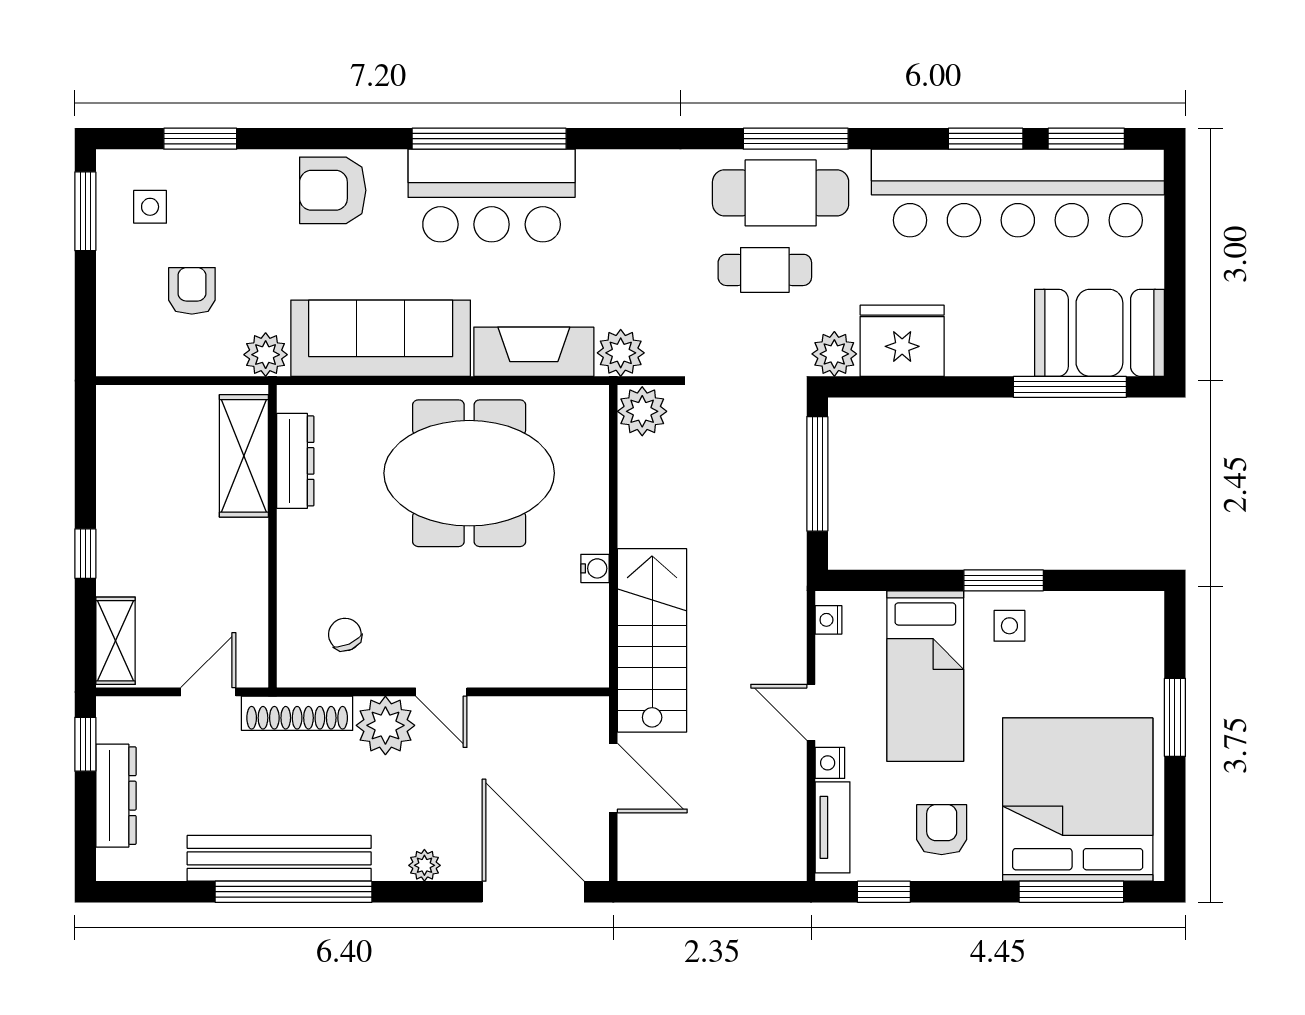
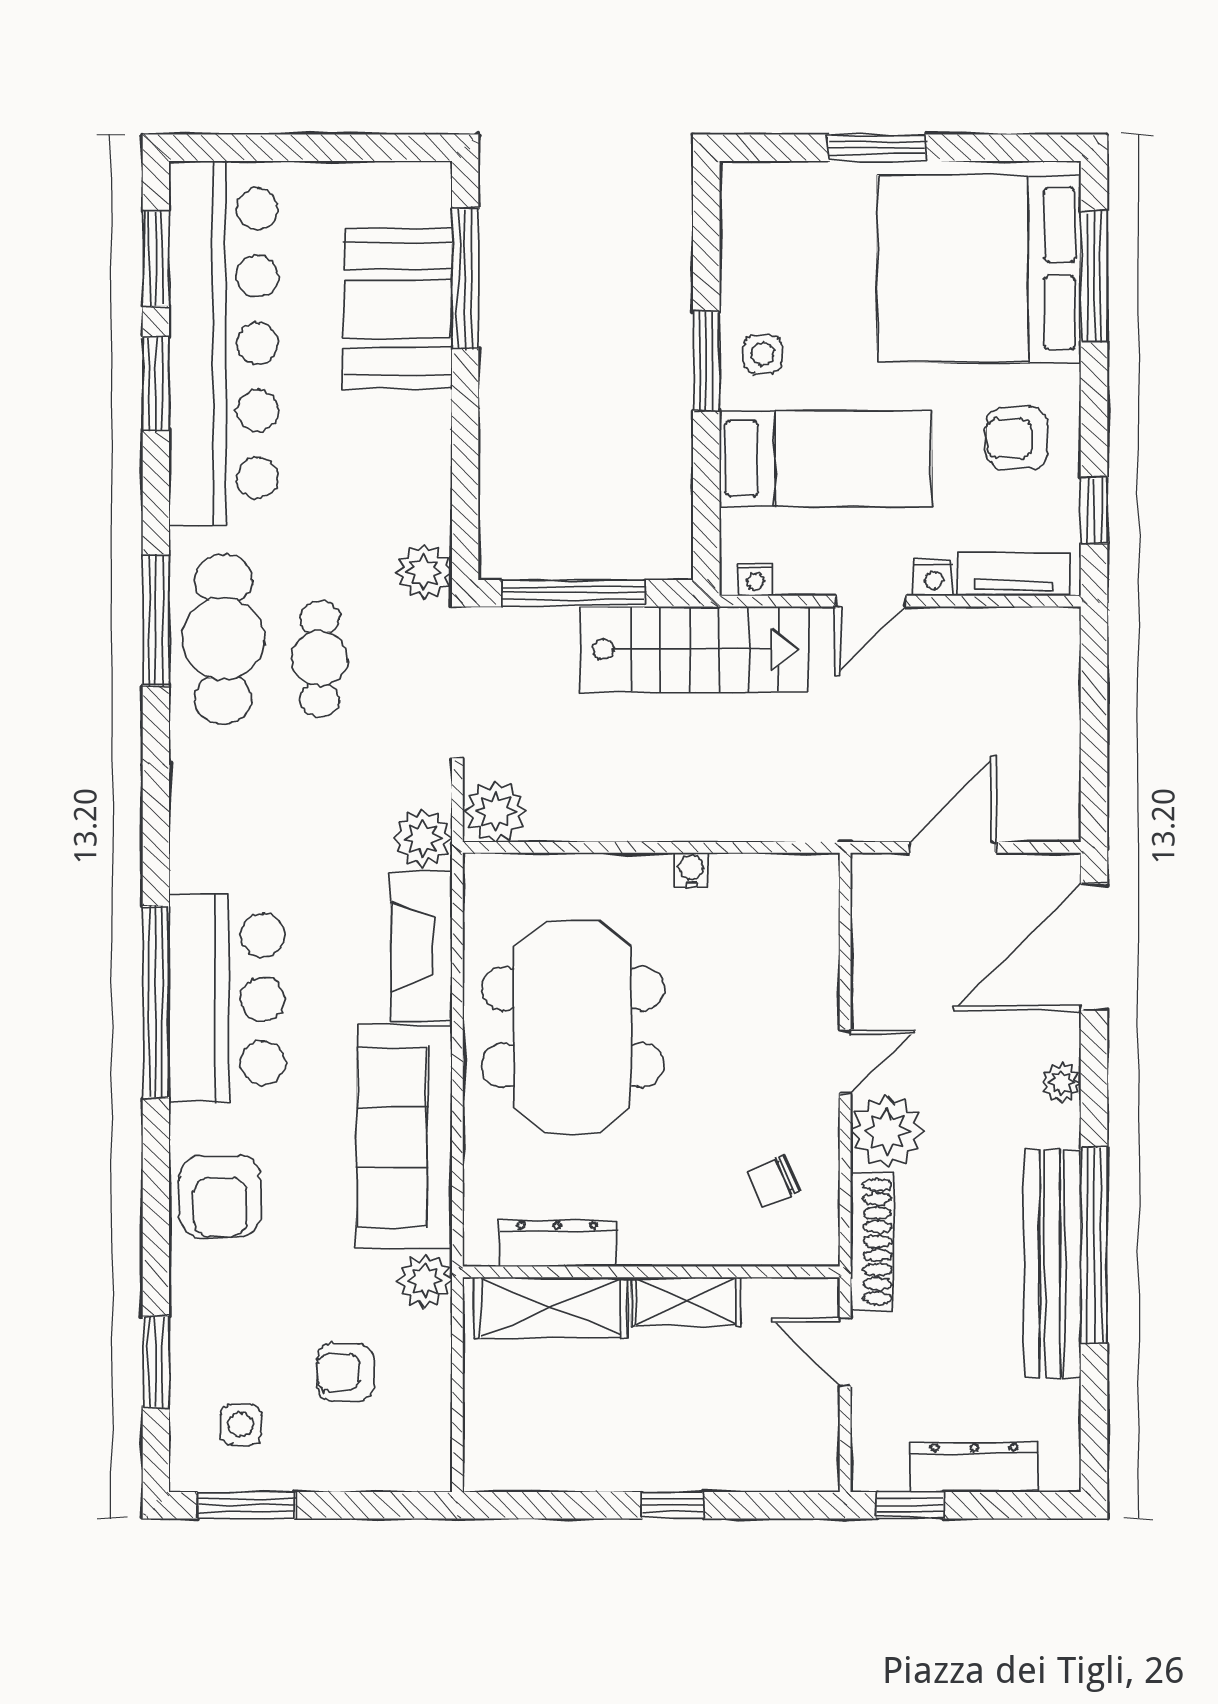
booth: (1099, 333) -> (398, 309), moved
fridge: (902, 341) -> (408, 487), removed
stairs: (652, 640) -> (694, 649), moved, turned 180
shelving: (115, 641) -> (686, 1302), moved

